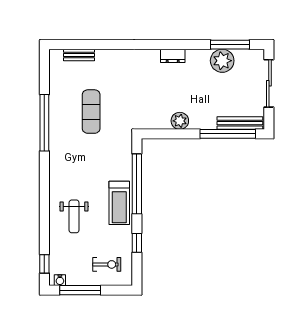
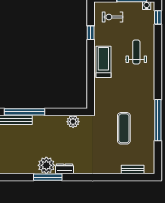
window: (230, 45) -> (48, 177), moved
plant: (222, 61) -> (46, 165), moved
plant: (180, 121) -> (73, 122), moved
window: (137, 184) -> (91, 76), removed

